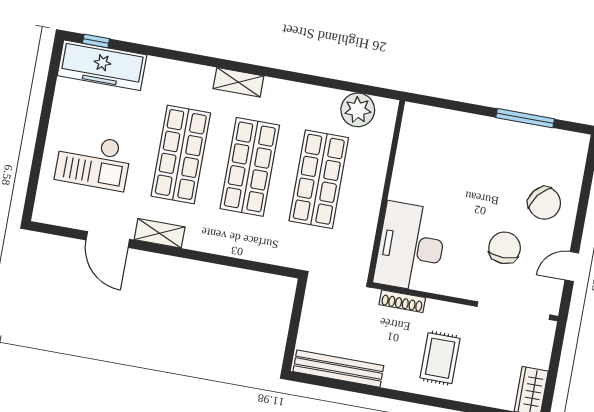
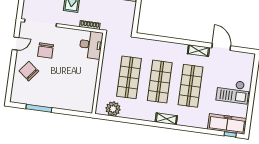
checkout: (93, 161) -> (233, 91), moved, turned 180
desk: (411, 247) -> (91, 45), width x0.73, depth x0.77

